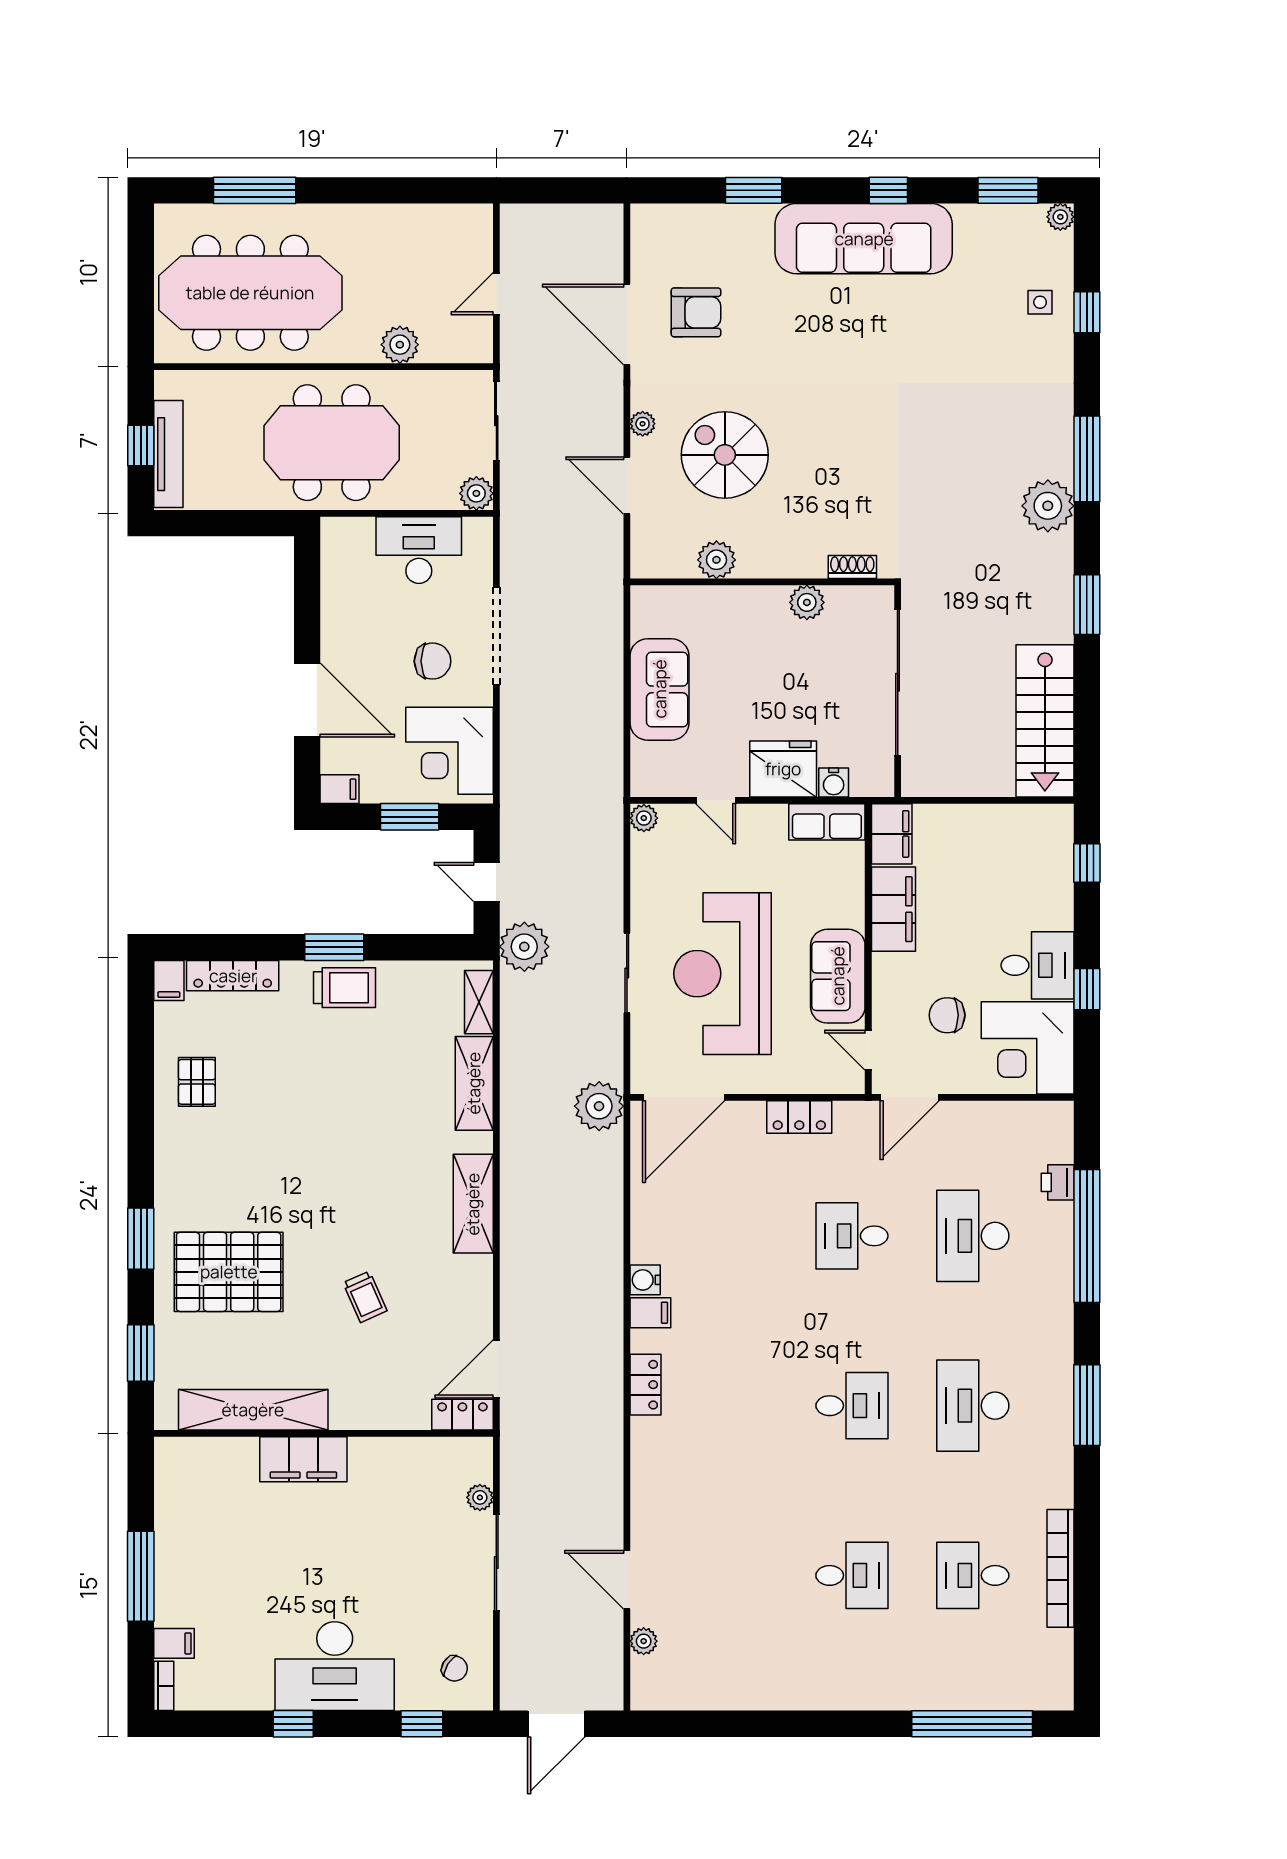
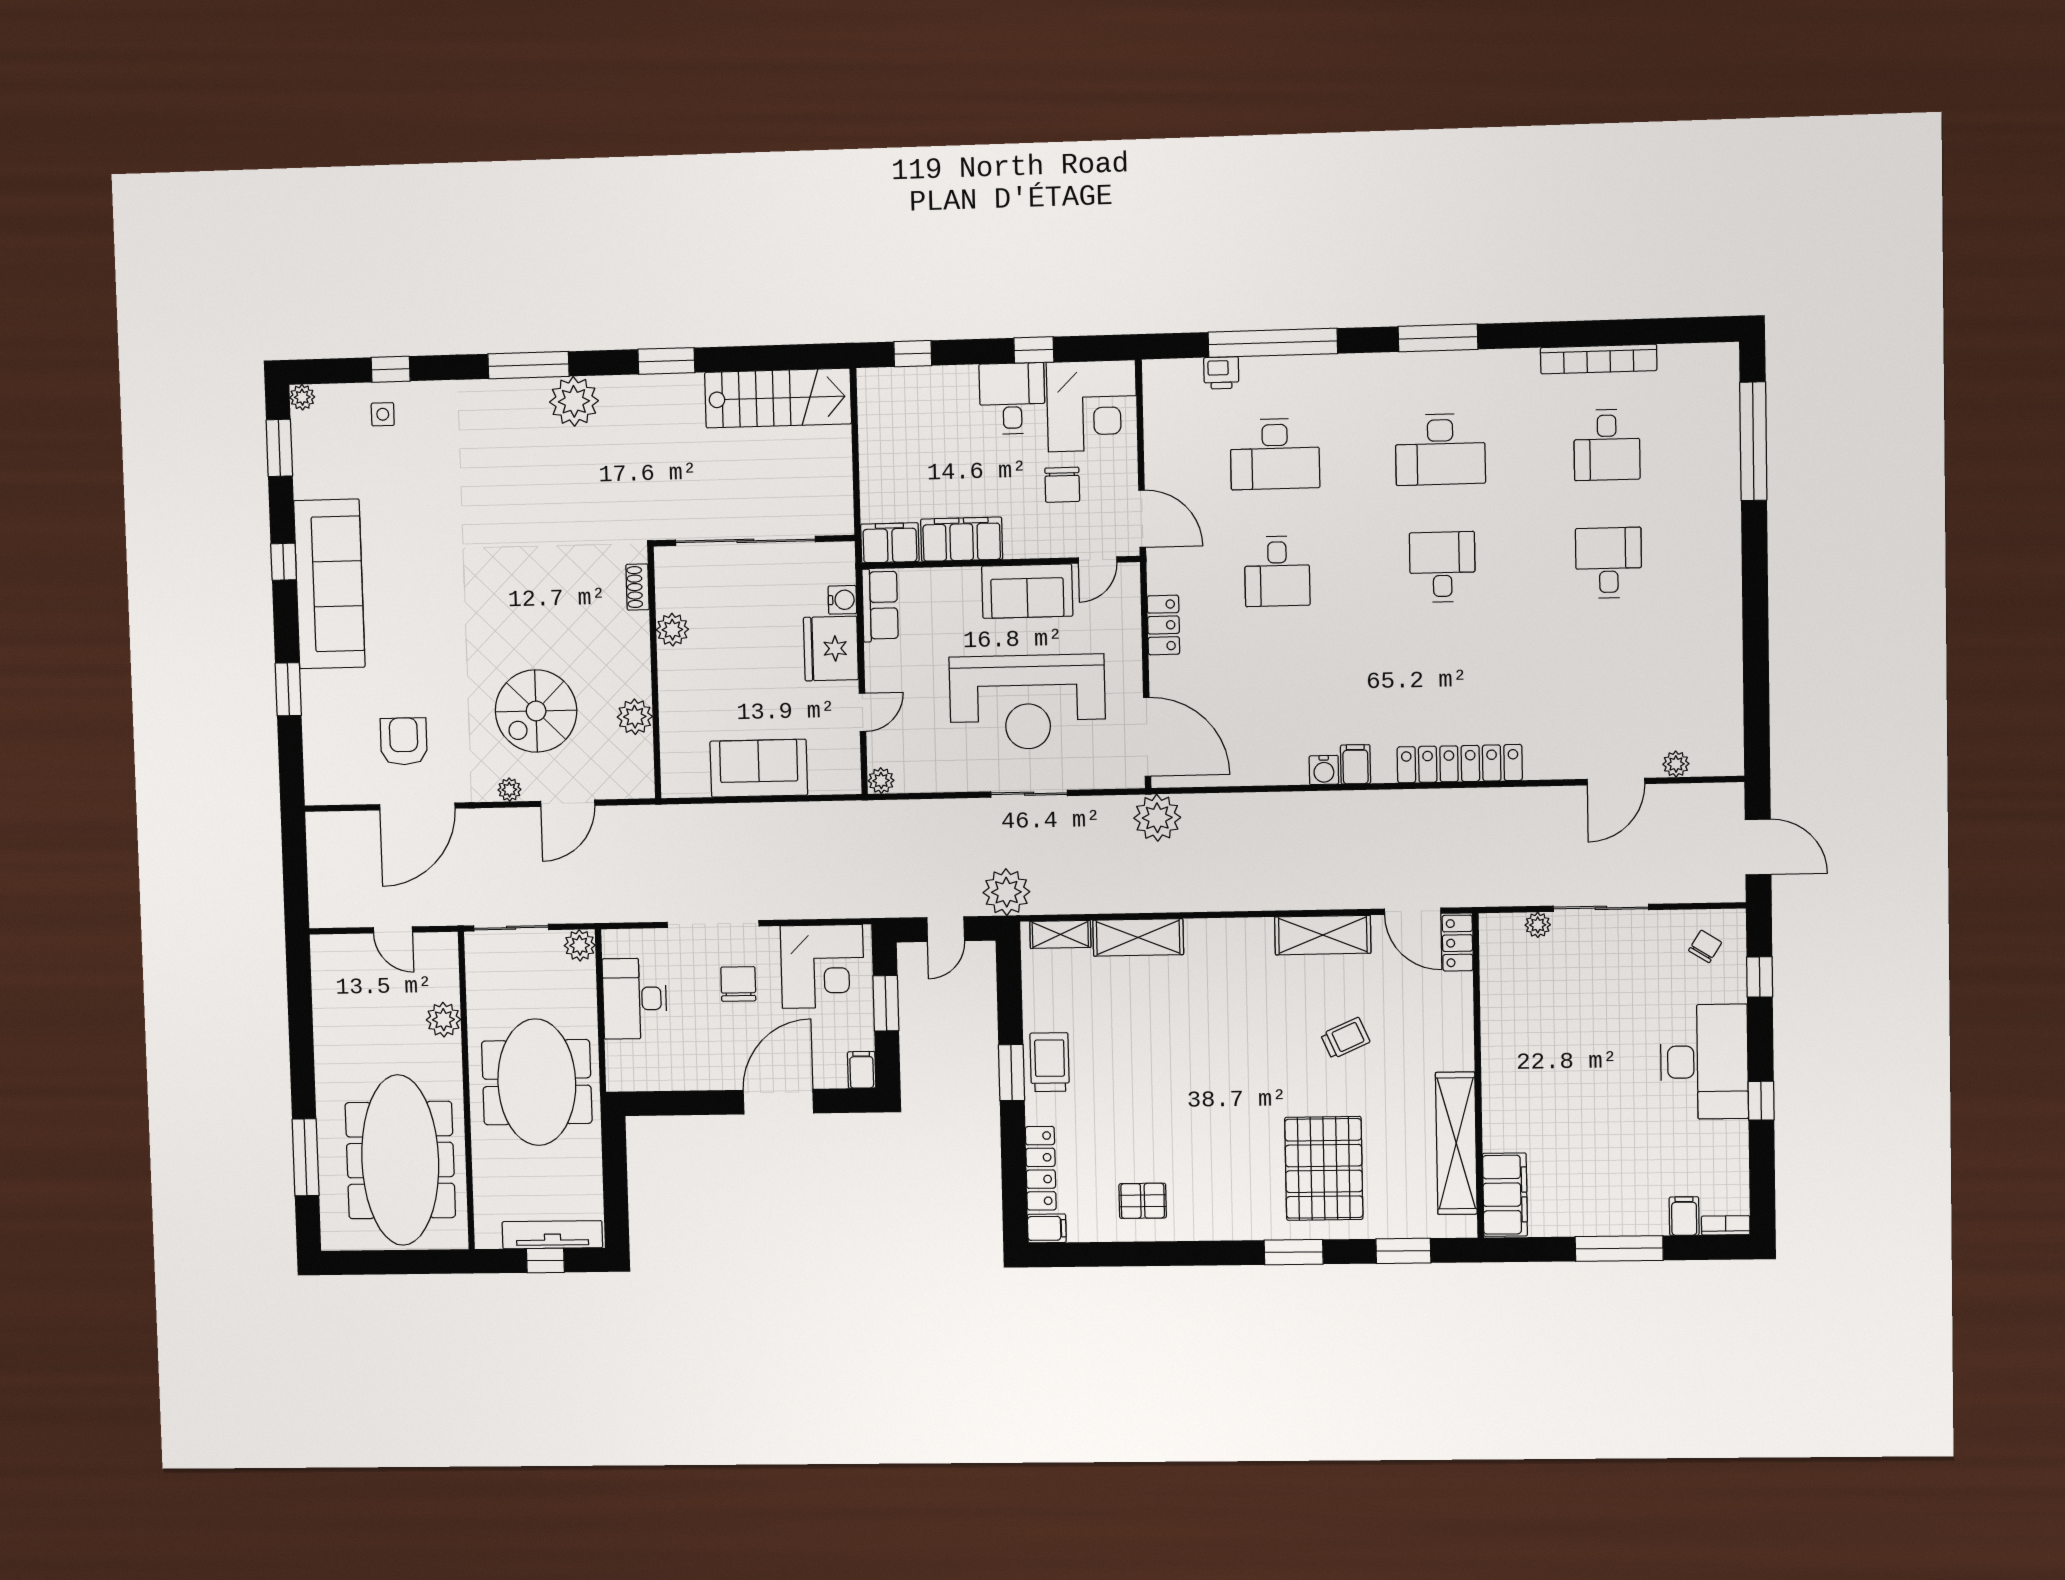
shelving: (473, 1204) -> (1323, 935), moved
locker: (645, 1385) -> (1460, 764), width x2.16, depth x1.21
filing cabinet: (303, 1459) -> (1505, 1195), moved

